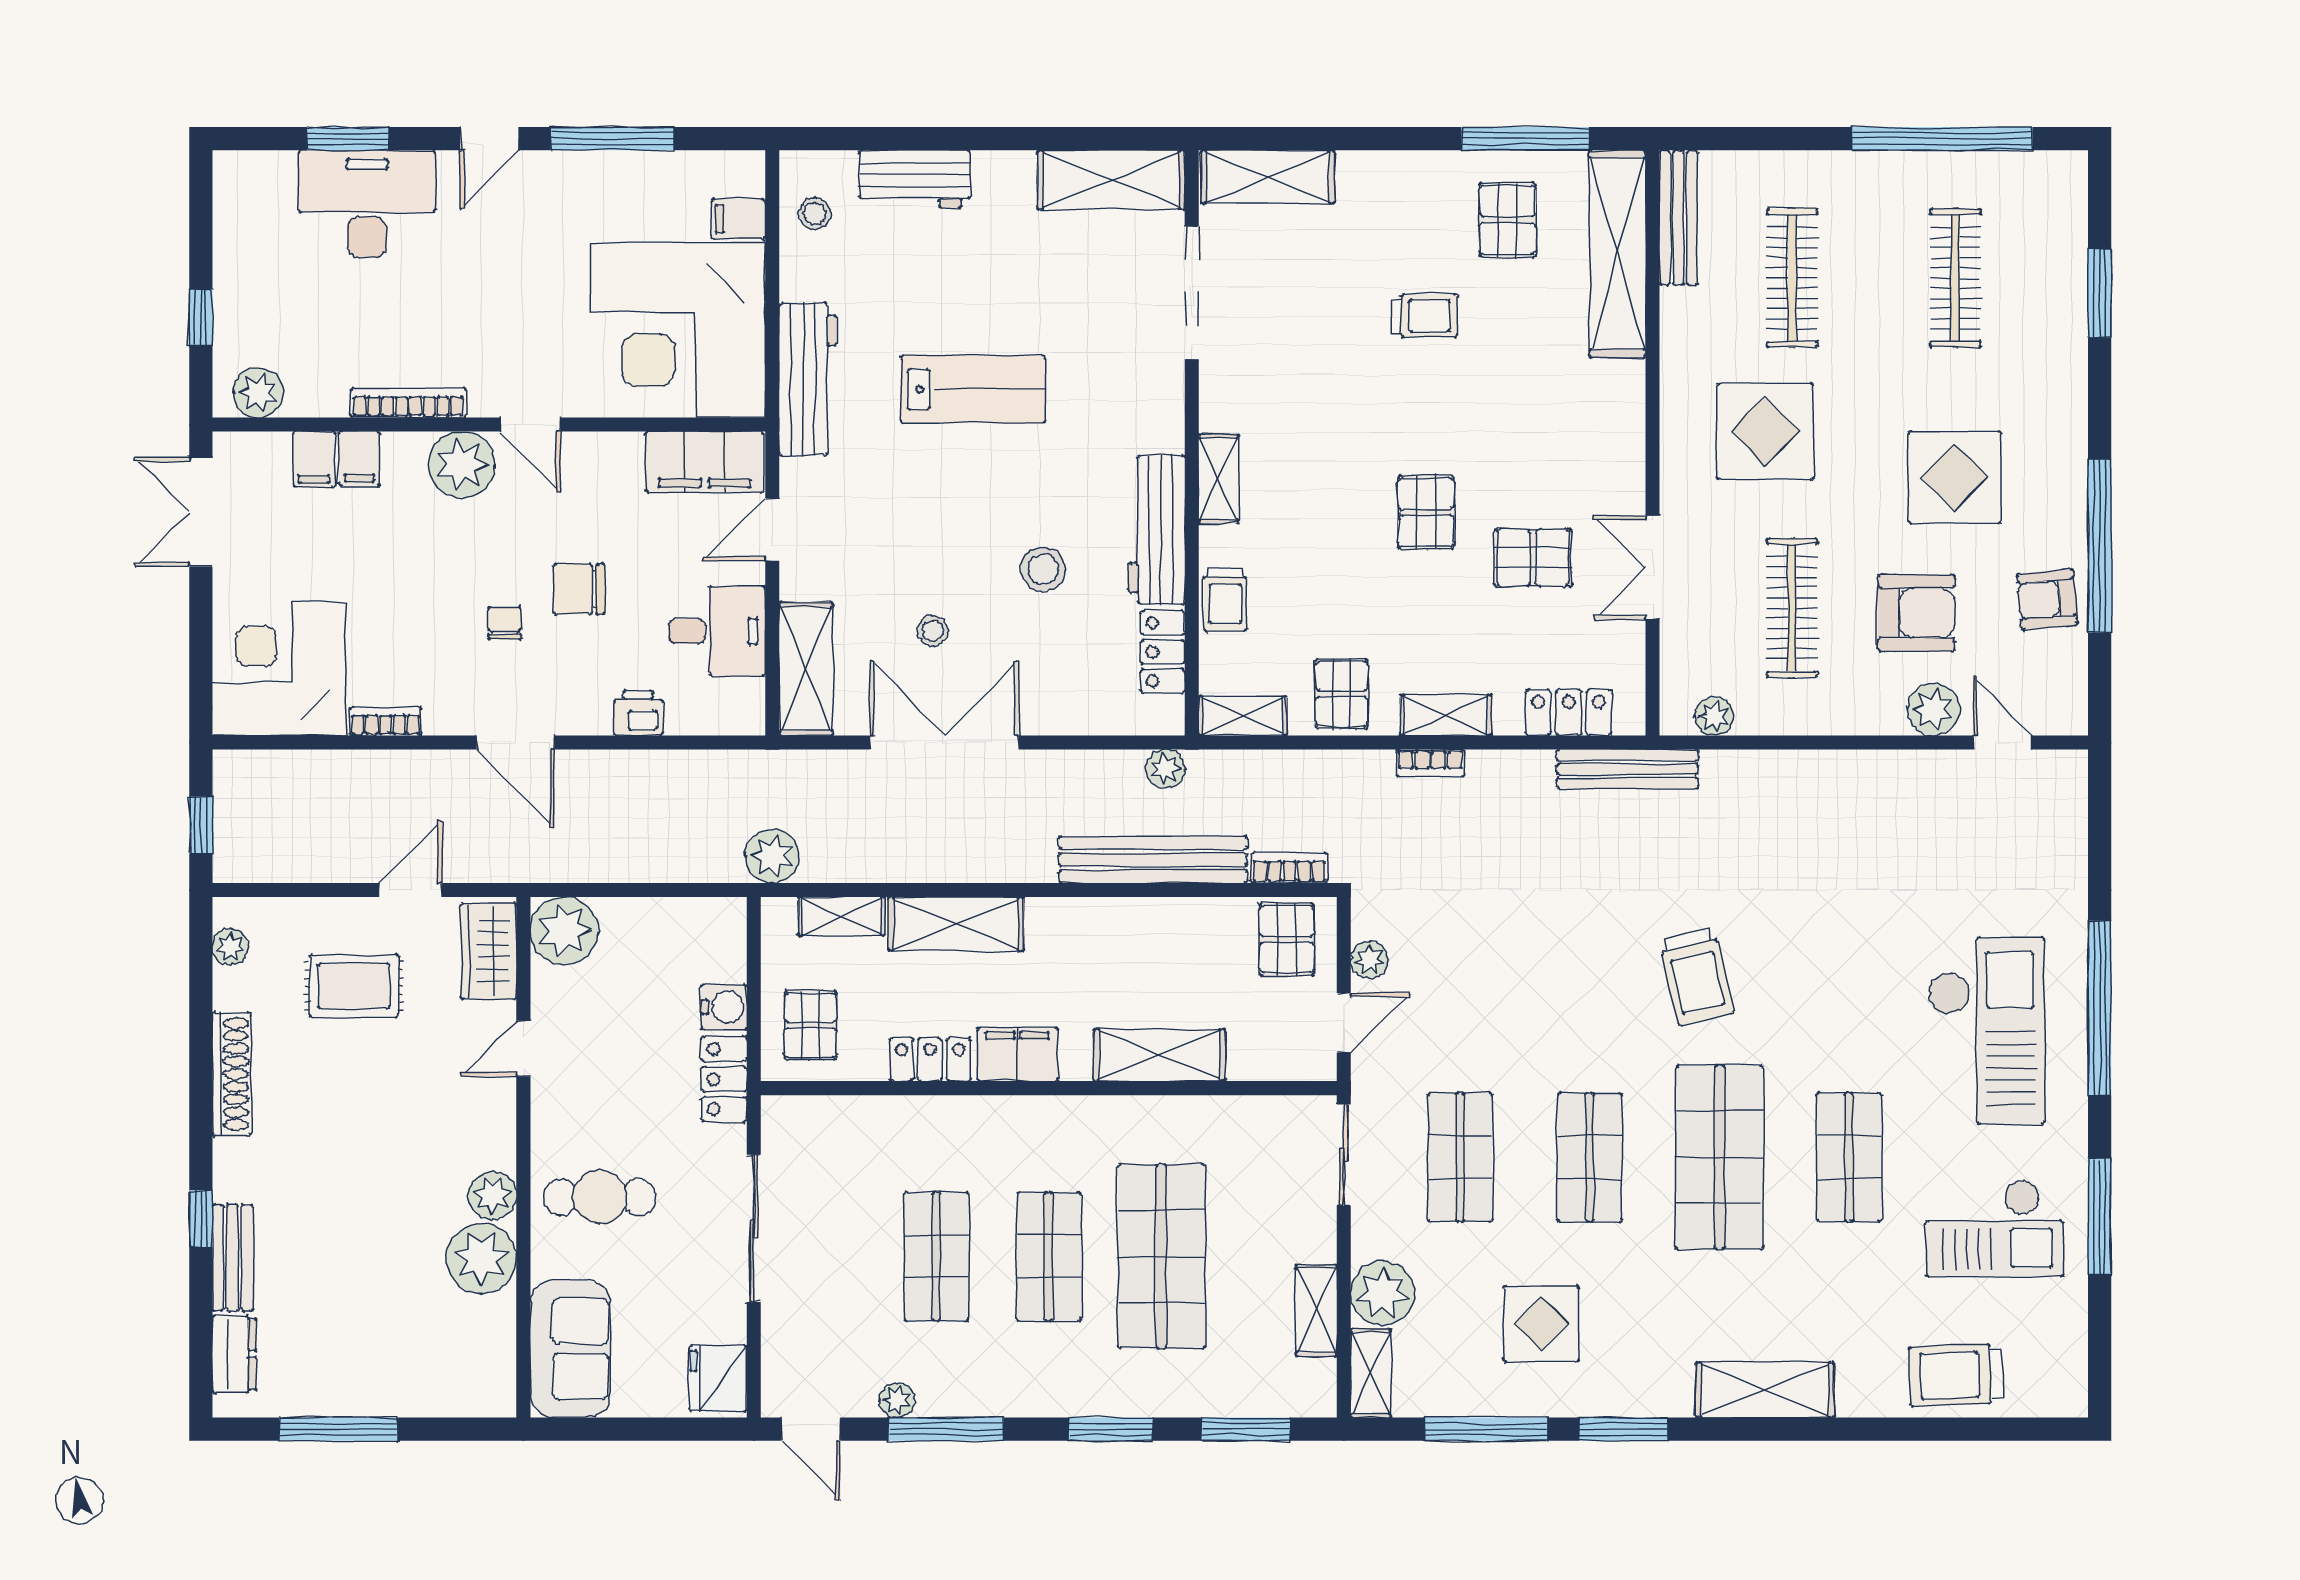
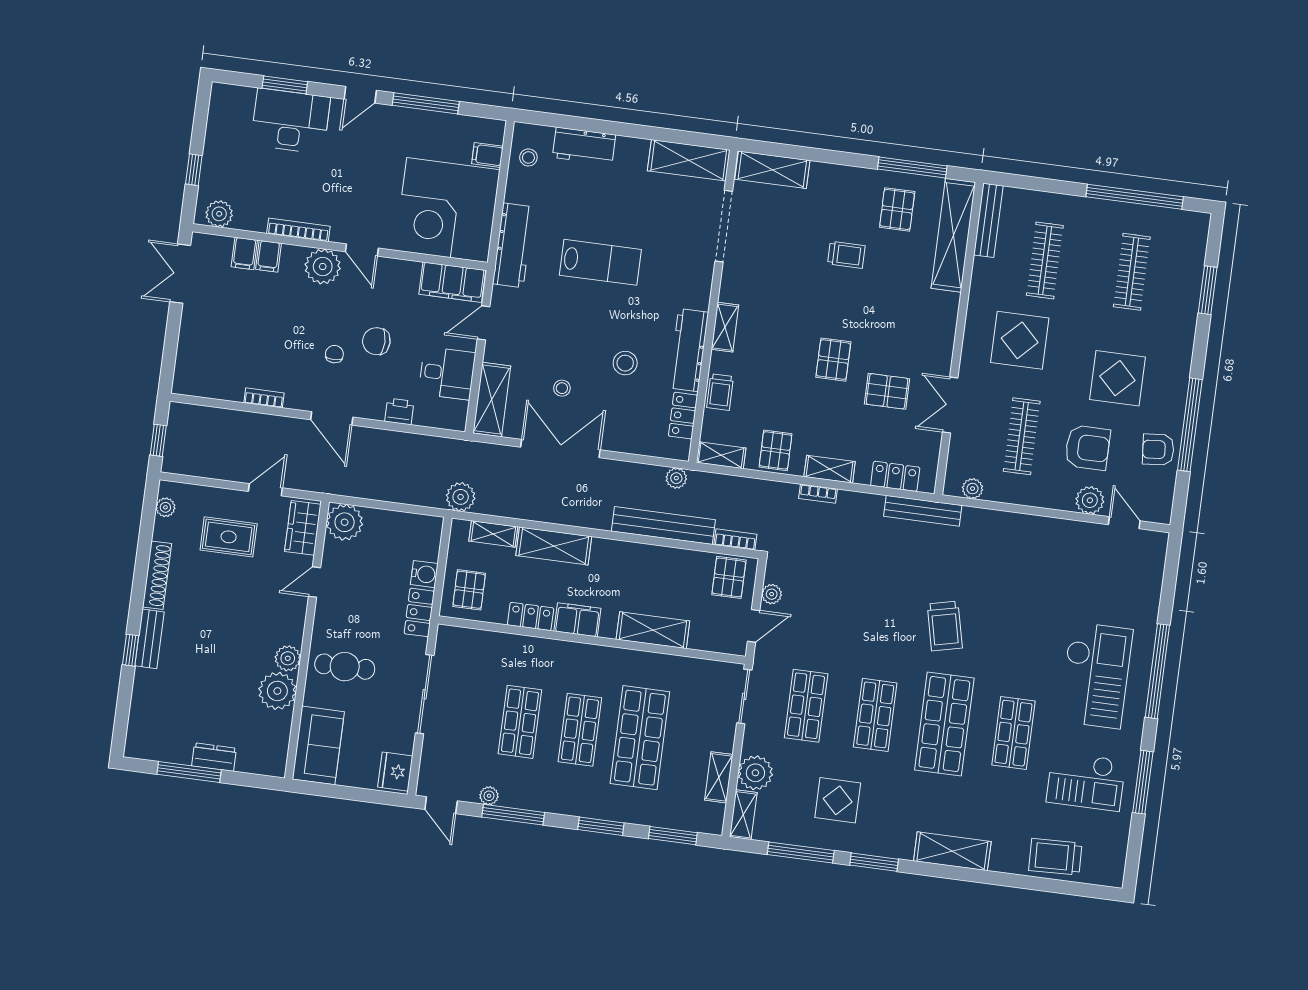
corner desk: (279, 669) -> (211, 363), removed
bench: (233, 1258) -> (149, 639), moved
dresser: (234, 1354) -> (214, 757), moved, turned -90

